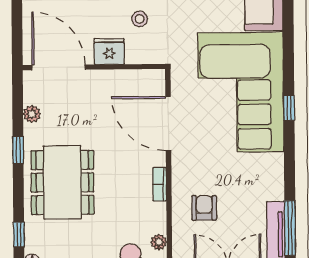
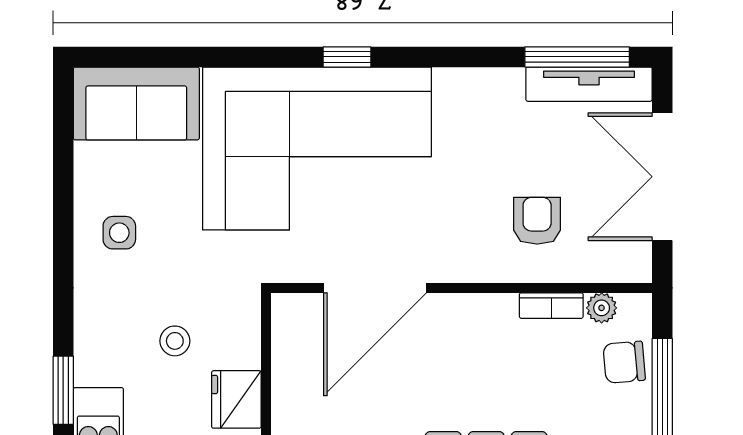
bookcase: (160, 184) -> (551, 306), moved
armchair: (204, 208) -> (537, 221), turned 90

